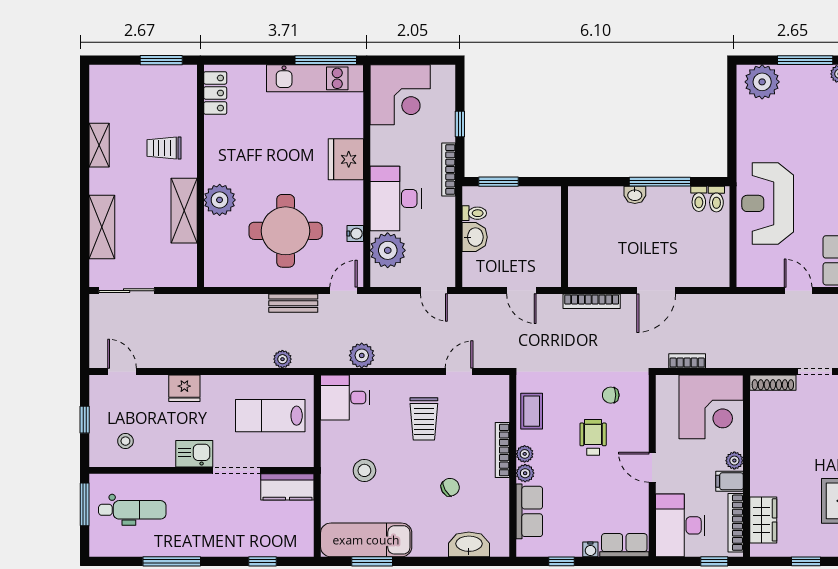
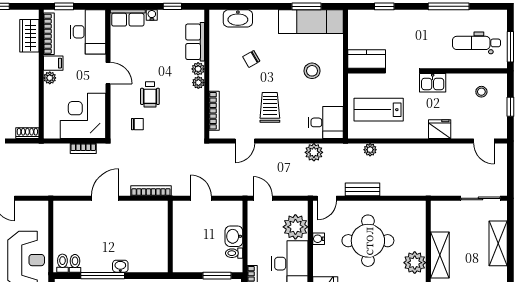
shoe rack: (773, 383) -> (27, 133), width x0.70
corner desk: (711, 407) -> (83, 116), moved
coffee table: (532, 411) -> (194, 113), removed
lab bench: (270, 416) -> (379, 110), turned 180
bookcase: (502, 450) -> (214, 111), moved

